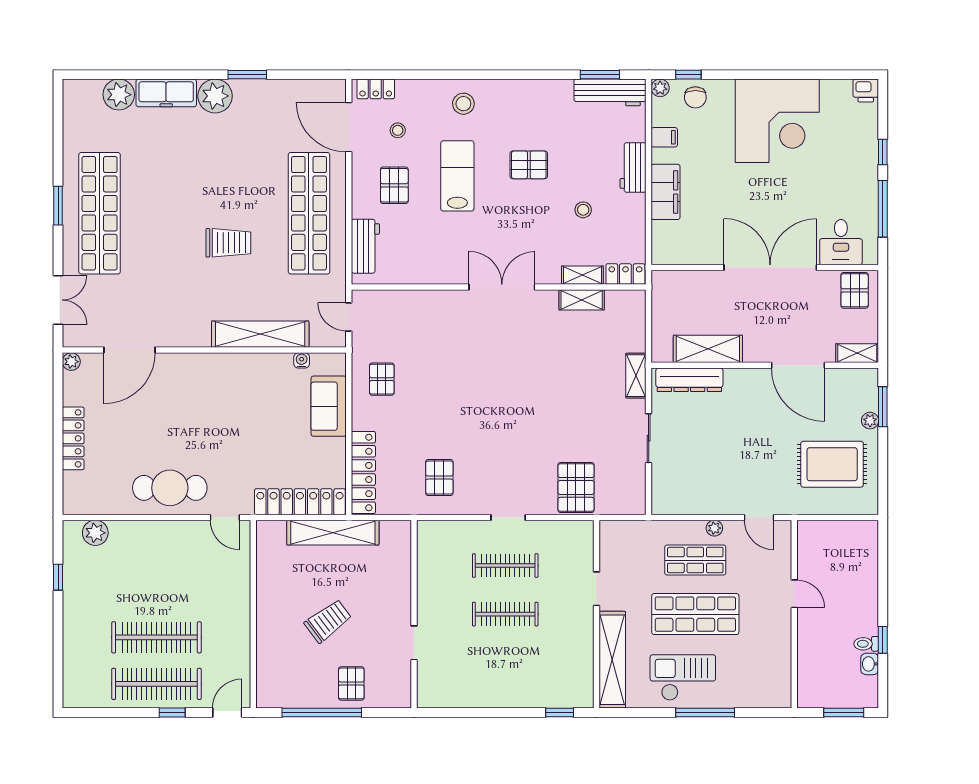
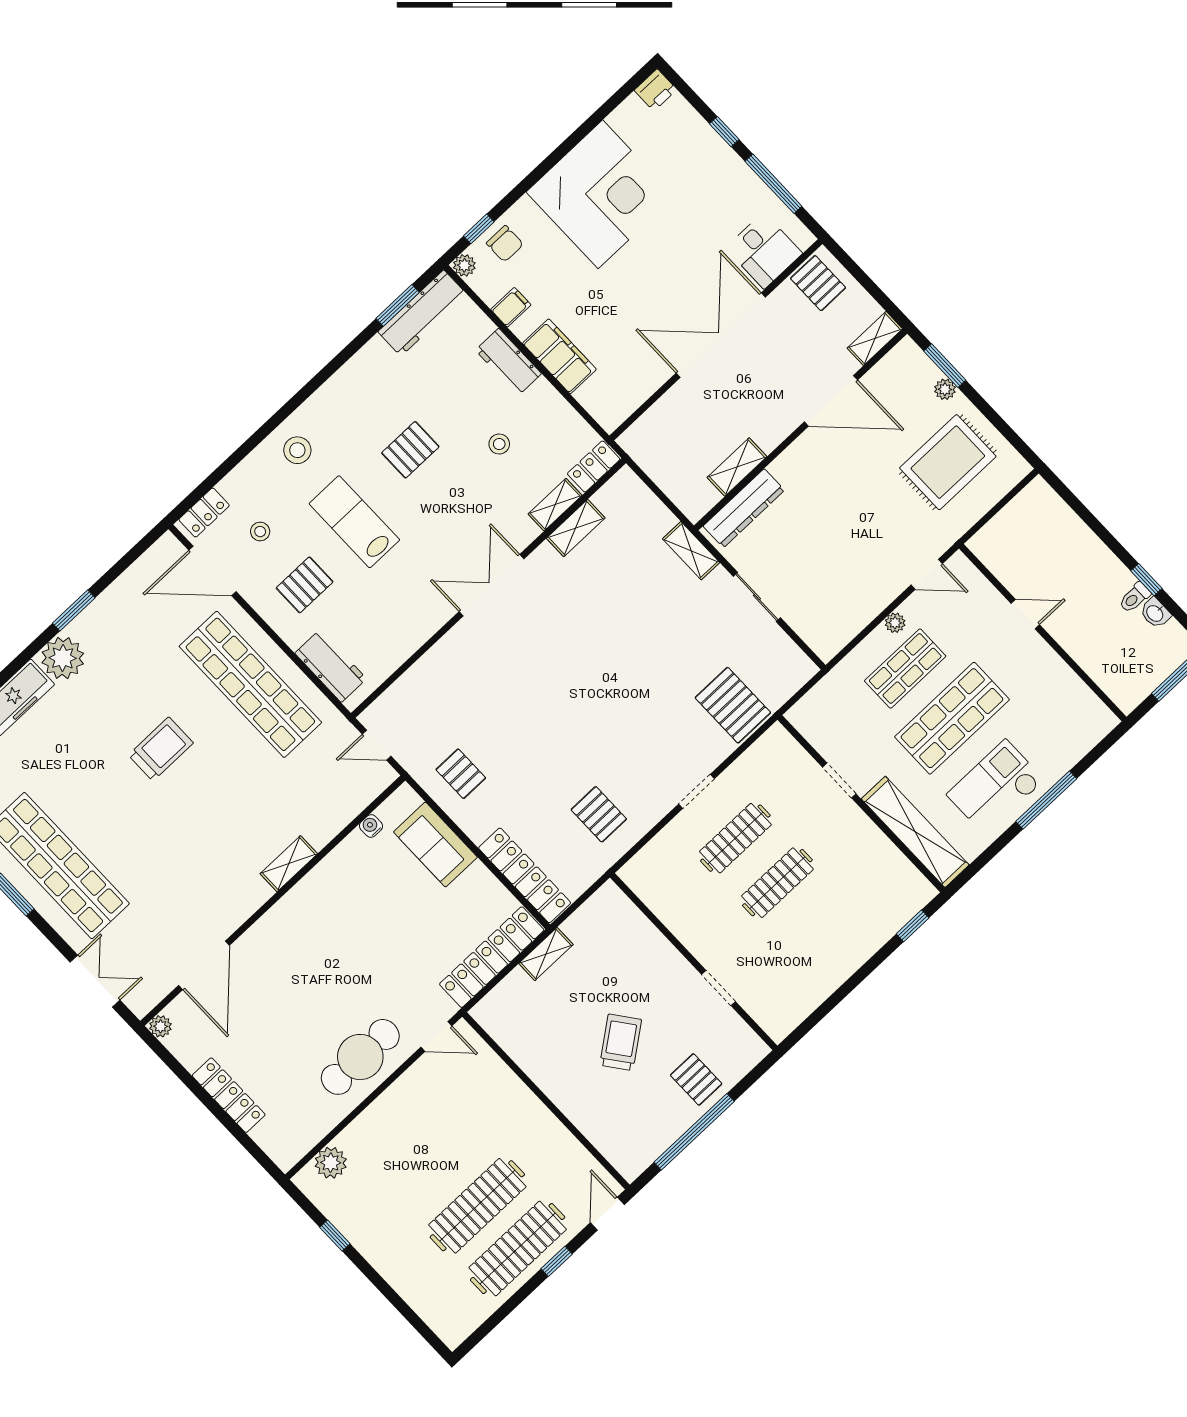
pallet: (394, 185) -> (305, 585), turned 90
trolley: (228, 243) -> (161, 749), moved
shelving: (260, 334) -> (289, 864), width x0.45, depth x0.75
shelving: (708, 349) -> (737, 467), width x0.67, depth x0.75
shelving: (333, 533) -> (546, 954), width x0.45, depth x0.75

